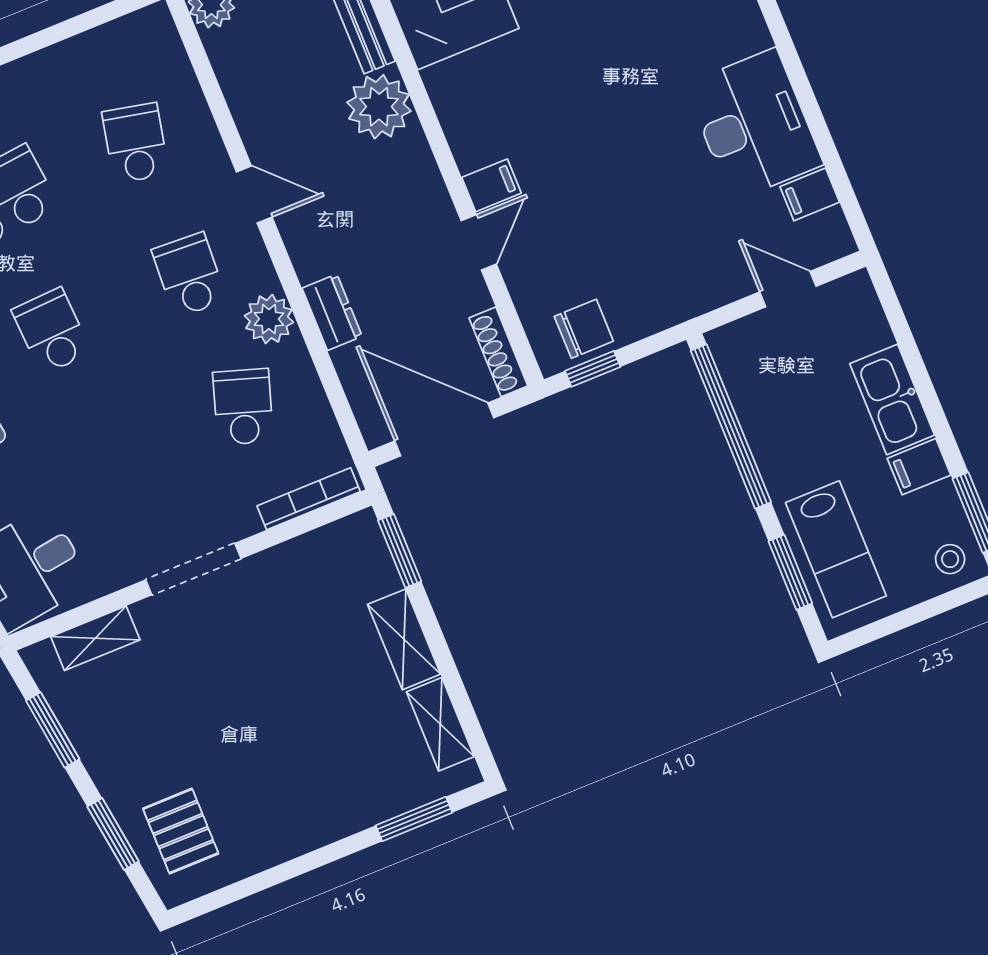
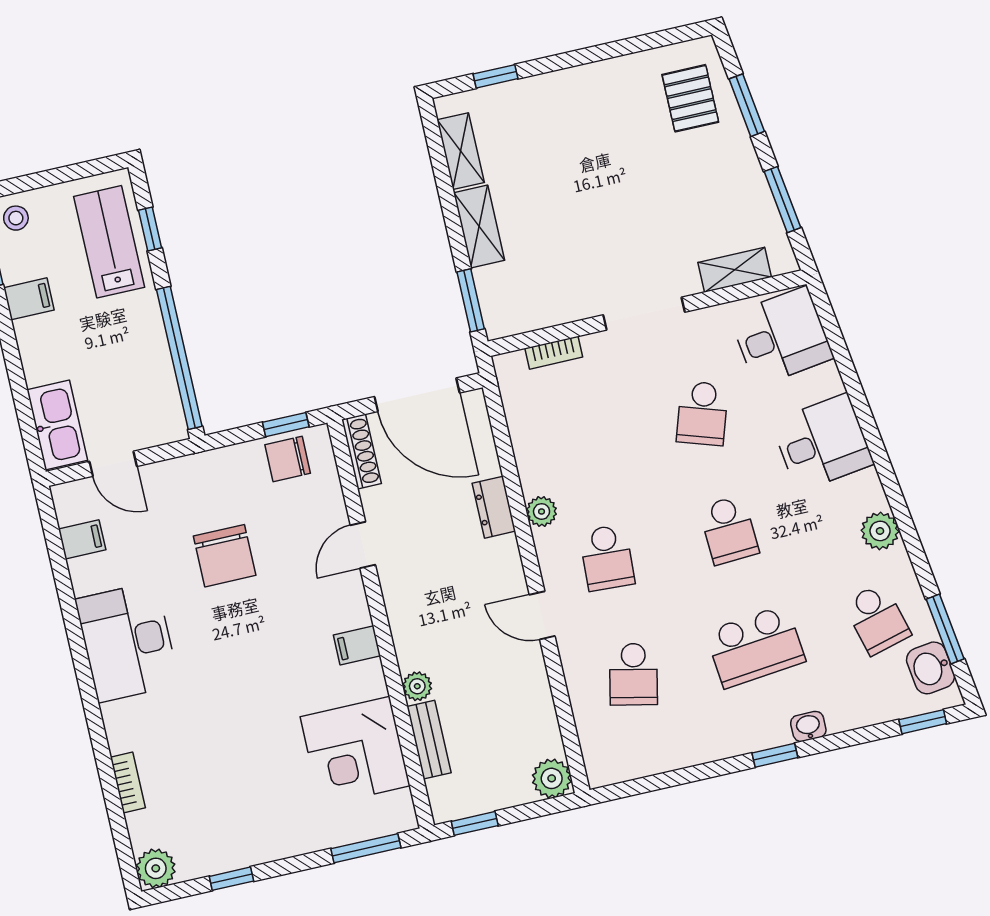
plant: (379, 107) -> (417, 686), width x0.53, depth x0.53
desk: (754, 125) -> (127, 642), moved
filing cabinet: (491, 185) -> (357, 645), moved
chair: (639, 203) -> (225, 556), added
plant: (269, 319) -> (542, 511), width x0.73, depth x0.73
kitchen sink: (892, 399) -> (57, 425), moved
school desk: (243, 407) -> (702, 413), moved
bookcase: (309, 499) -> (554, 353), width x0.64
window: (790, 572) -> (150, 229), width x0.67
window: (414, 819) -> (495, 76), width x0.67

